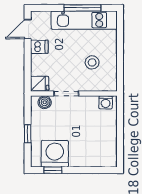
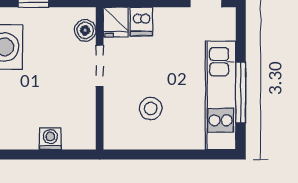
dishwasher: (39, 47) -> (141, 22), moved
washing machine: (106, 102) -> (50, 139), moved, turned 90

